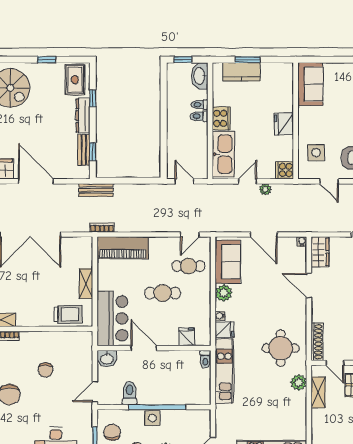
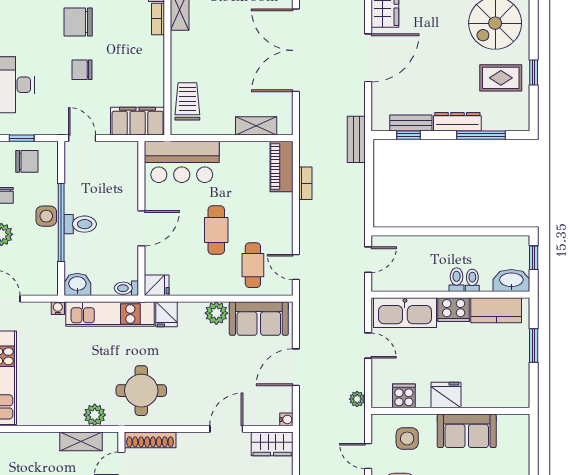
kitchen counter: (241, 72) -> (496, 310), moved, turned -90
rug: (75, 80) -> (501, 78), moved
sofa: (310, 84) -> (467, 431), moved
window: (93, 98) -> (481, 135), width x2.17
cooker: (285, 170) -> (404, 396), moved
door: (329, 181) -> (368, 456), hinge flipped
plant: (265, 189) -> (357, 399), moved
bookcase: (102, 227) -> (305, 183), moved
piano: (123, 248) -> (281, 166), width x0.73, depth x0.75
shelving: (86, 284) -> (256, 126), moved
trolley: (68, 314) -> (187, 101), turned 180
water cooler: (220, 316) -> (58, 308), moved
fridge: (187, 337) -> (157, 285), moved
door: (144, 348) -> (141, 228), moved
filing cabinet: (82, 351) -> (138, 121), added
washbasin: (107, 359) -> (77, 284), moved, turned 90
chair: (46, 370) -> (82, 70), moved
toilet: (130, 393) -> (80, 224), moved

